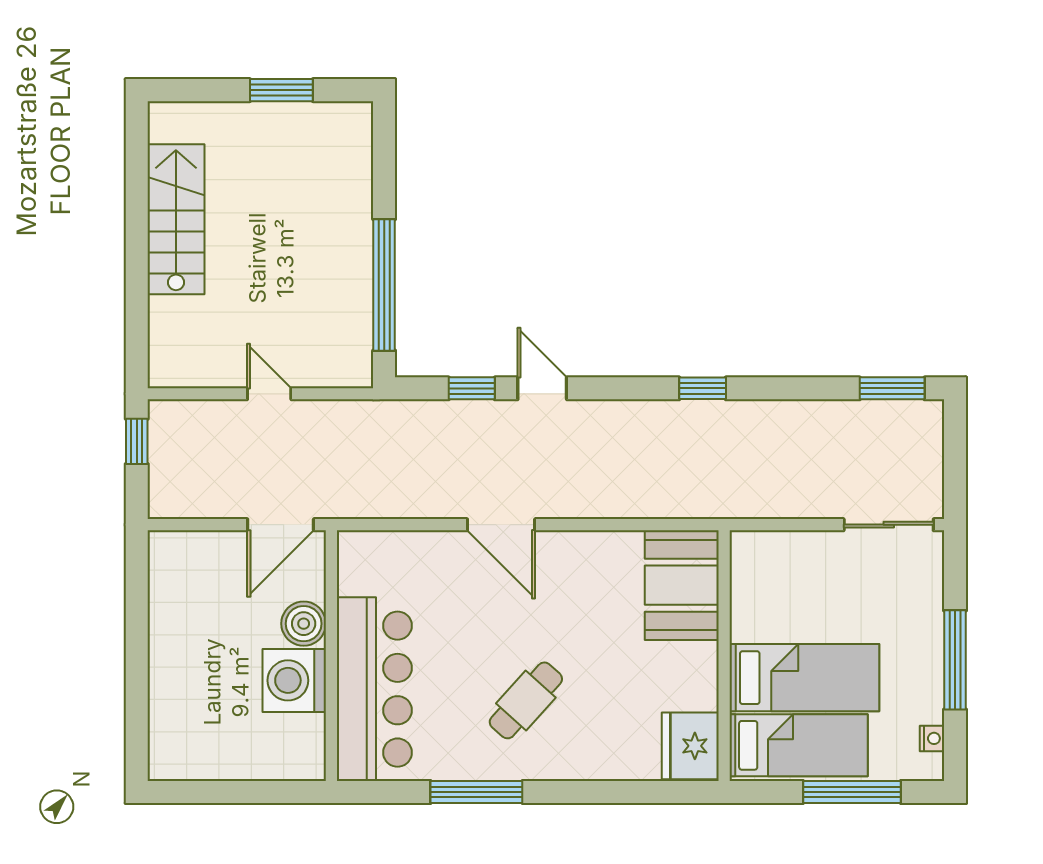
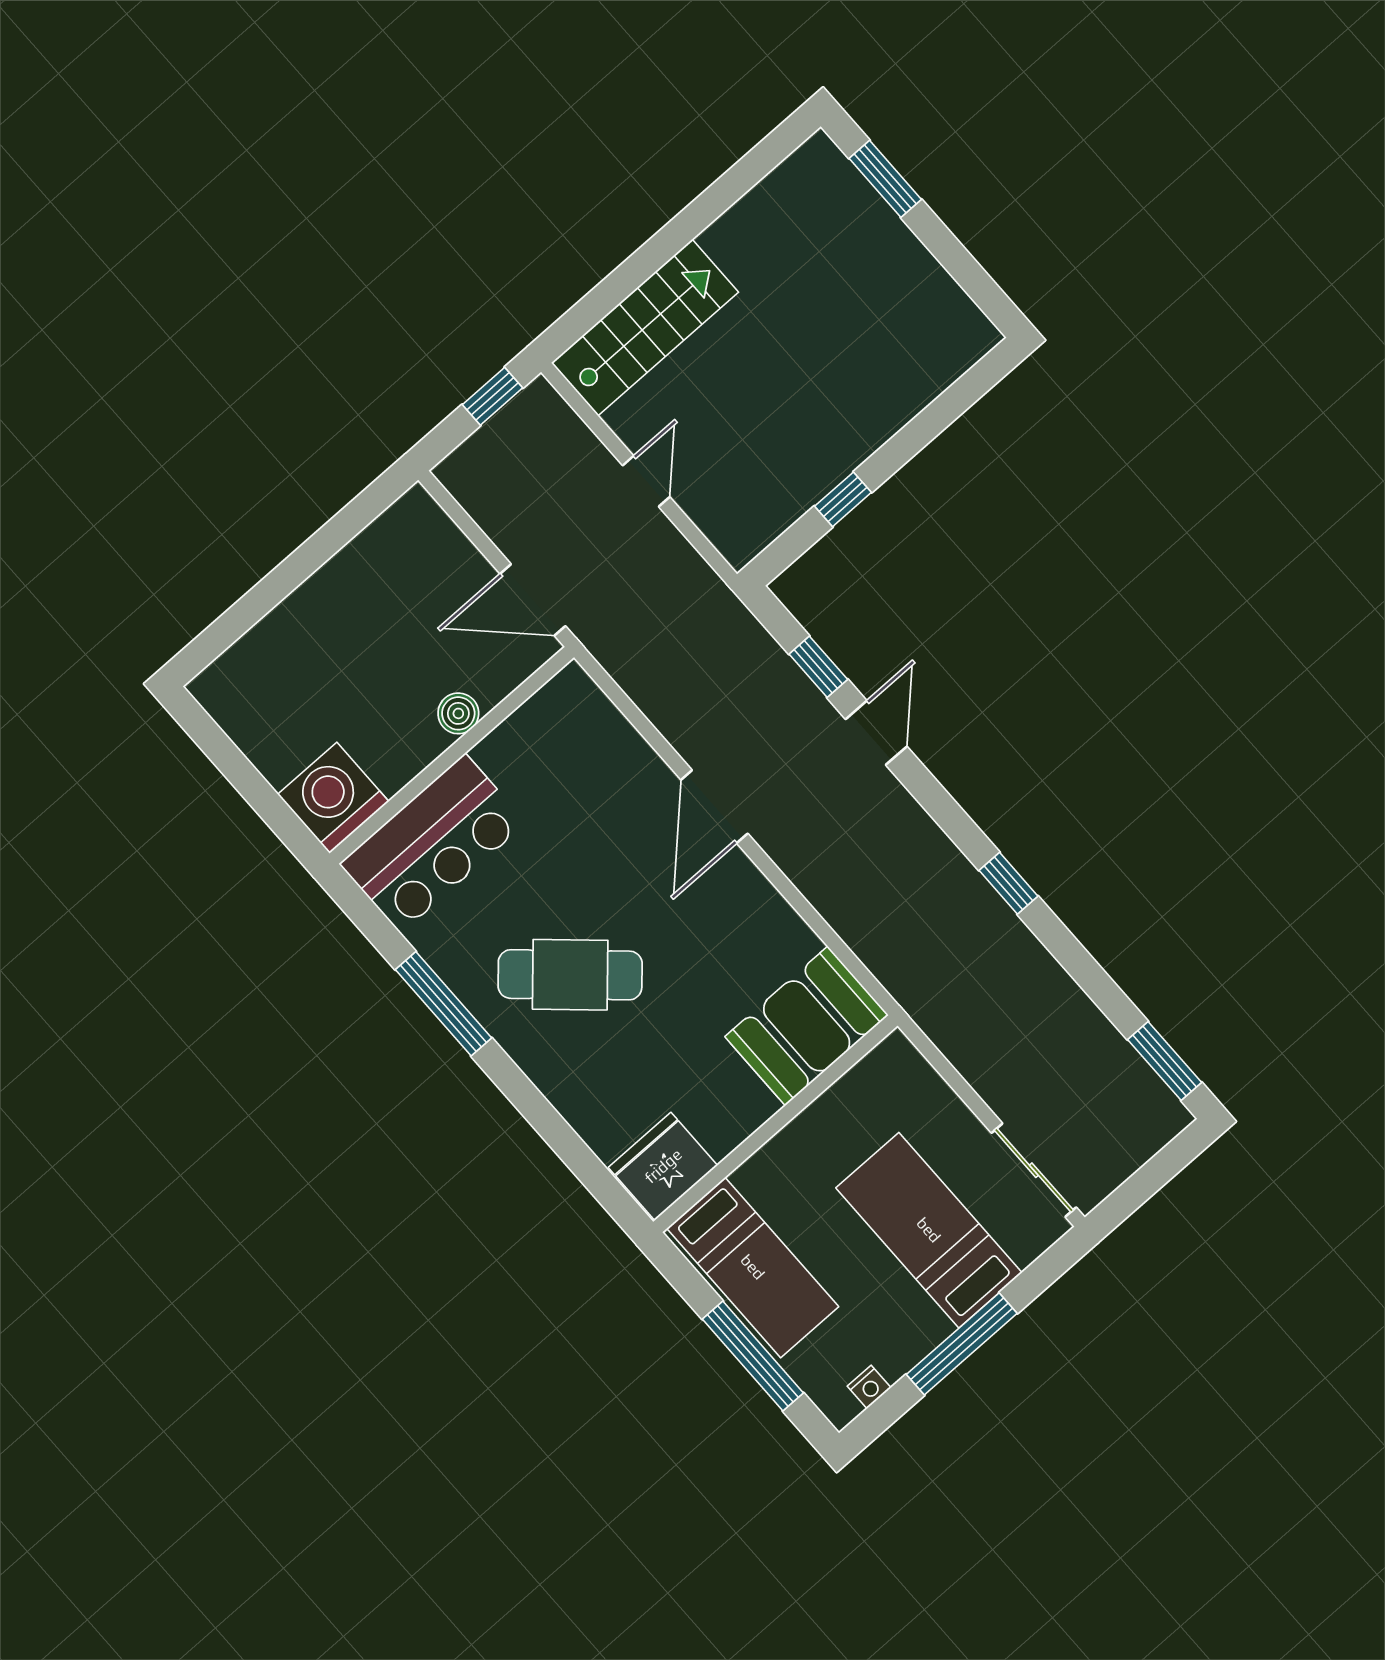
window: (281, 90) -> (885, 179), moved
stairs: (176, 219) -> (645, 328), moved
window: (384, 285) -> (843, 499), width x0.32
boiler: (304, 624) -> (458, 713), width x0.73, depth x0.73
bed: (804, 678) -> (929, 1230), moved, turned 180
washing machine: (294, 680) -> (333, 798), moved
bar counter: (374, 689) -> (433, 843), width x0.73
cafe table: (526, 700) -> (570, 975), width x1.37, depth x1.35

